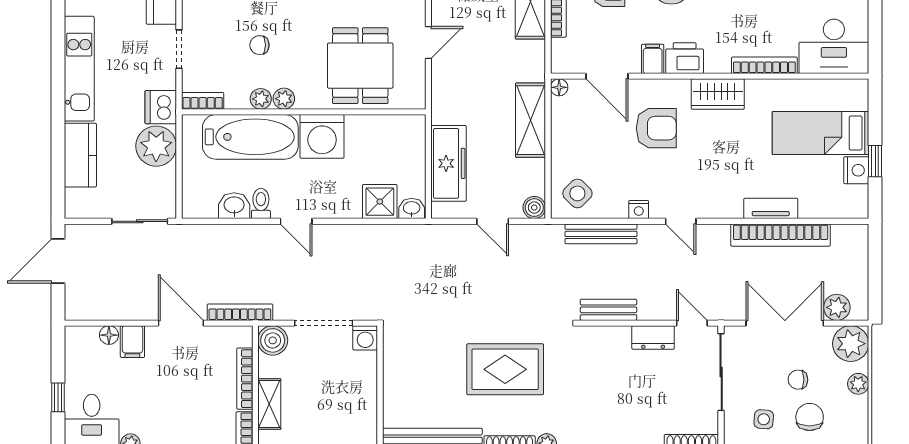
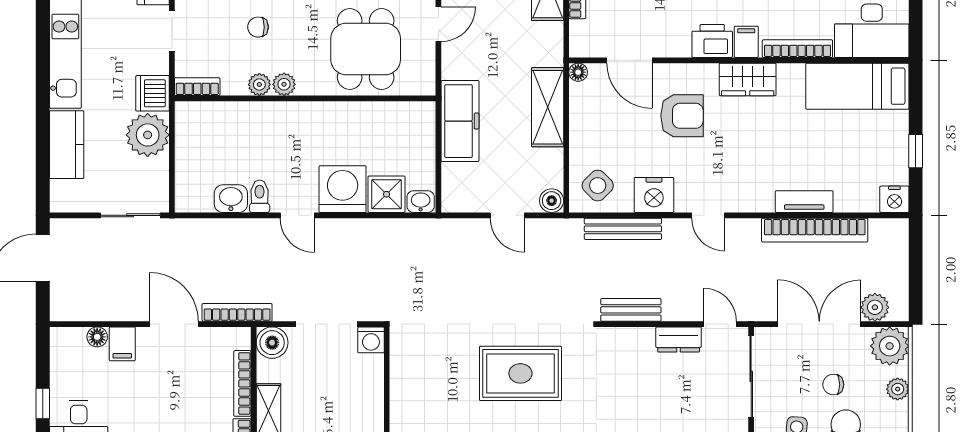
filing cabinet: (653, 59) -> (746, 42), moved
bed: (820, 133) -> (857, 86), moved
washing machine: (322, 136) -> (343, 189), moved, turned 180
bathtub: (250, 137) -> (248, 125), removed
freezer: (449, 163) -> (460, 121), moved
nightstand: (856, 170) -> (894, 199), moved, turned 90
nightstand: (639, 210) -> (654, 195), width x1.89, depth x1.79

